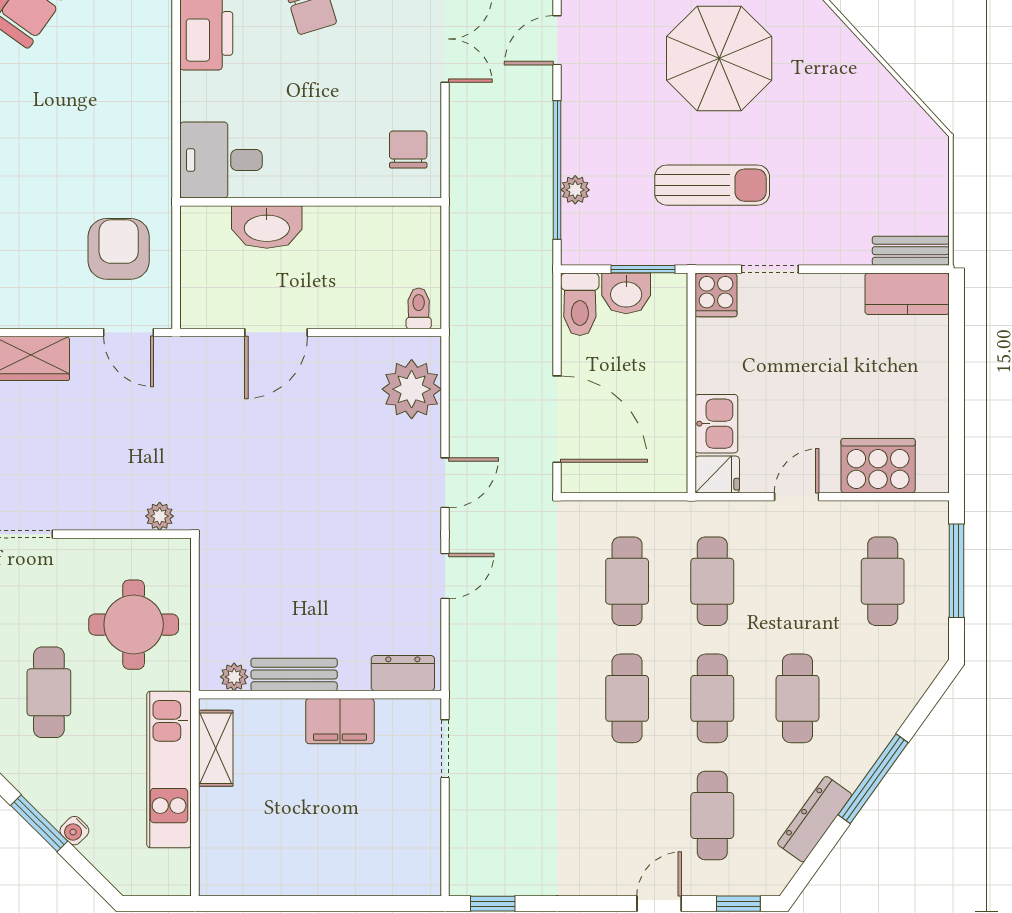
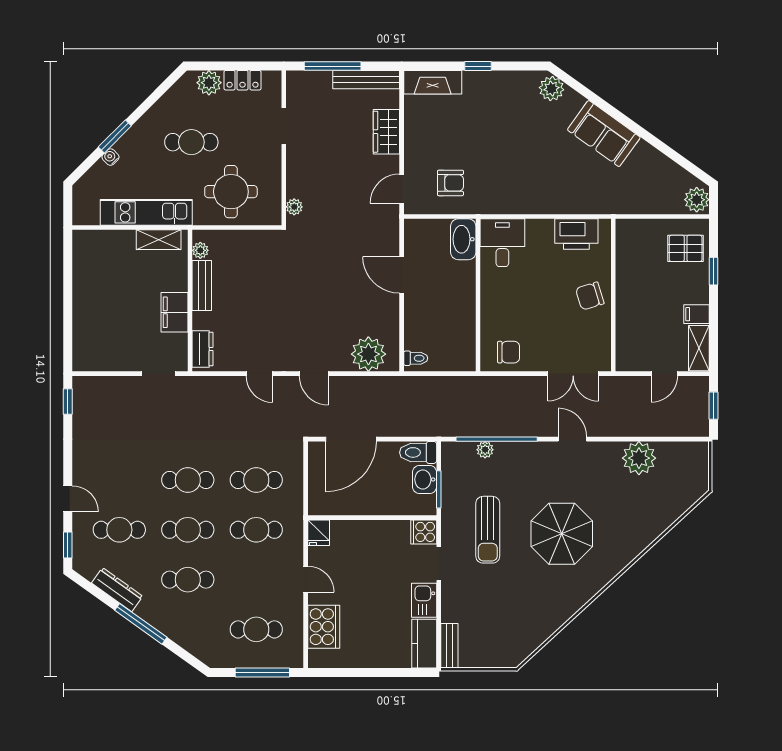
washbasin: (267, 227) -> (463, 239), moved
armchair: (119, 249) -> (450, 183), width x0.72, depth x0.72
kitchen sink: (716, 424) -> (424, 600), moved, turned 90

